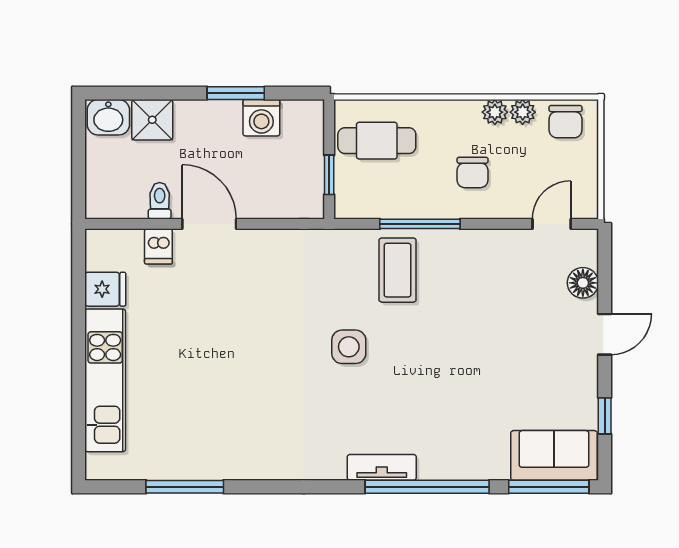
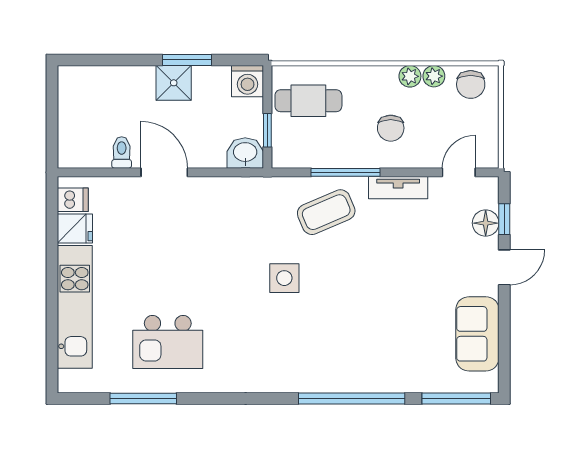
washbasin: (108, 117) -> (245, 153), moved, turned 180
washing machine: (261, 118) -> (248, 81), moved
shower: (152, 120) -> (174, 83), moved
dishwasher: (158, 246) -> (73, 200), moved, turned -90
coffee table: (398, 270) -> (326, 212), turned 67
window: (605, 416) -> (504, 219), moved
kitchen island: (213, 421) -> (168, 342), added
sofa: (554, 455) -> (477, 334), moved, turned -90
tv unit: (382, 467) -> (398, 188), moved, turned 180

